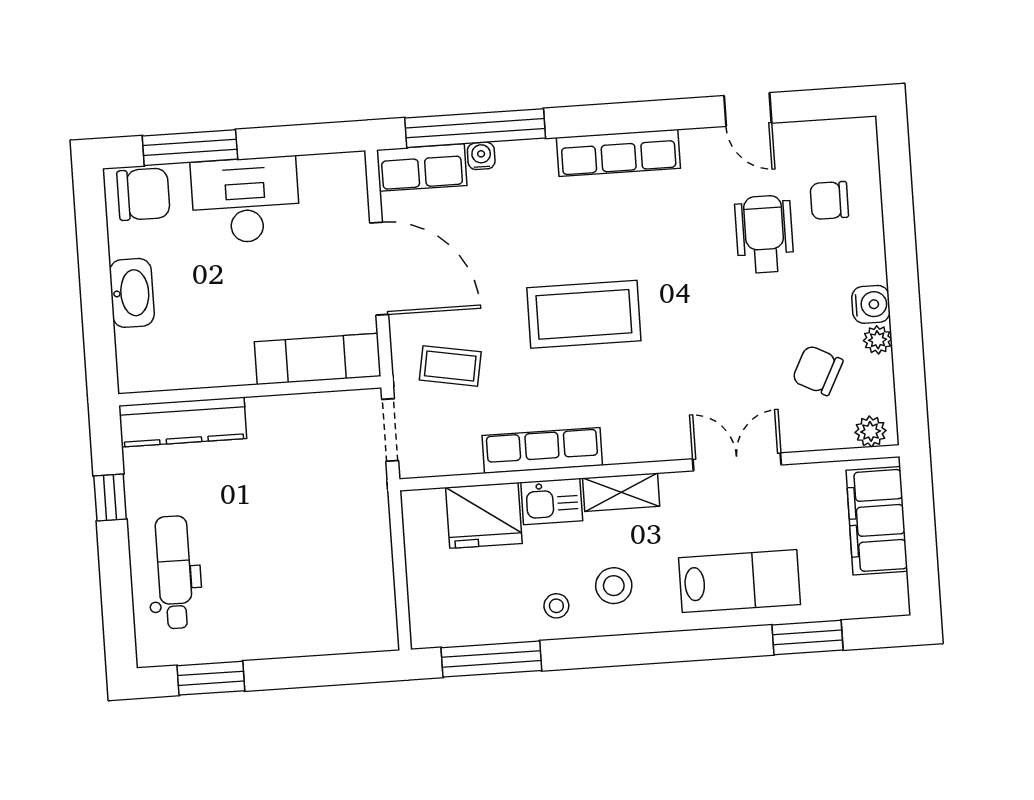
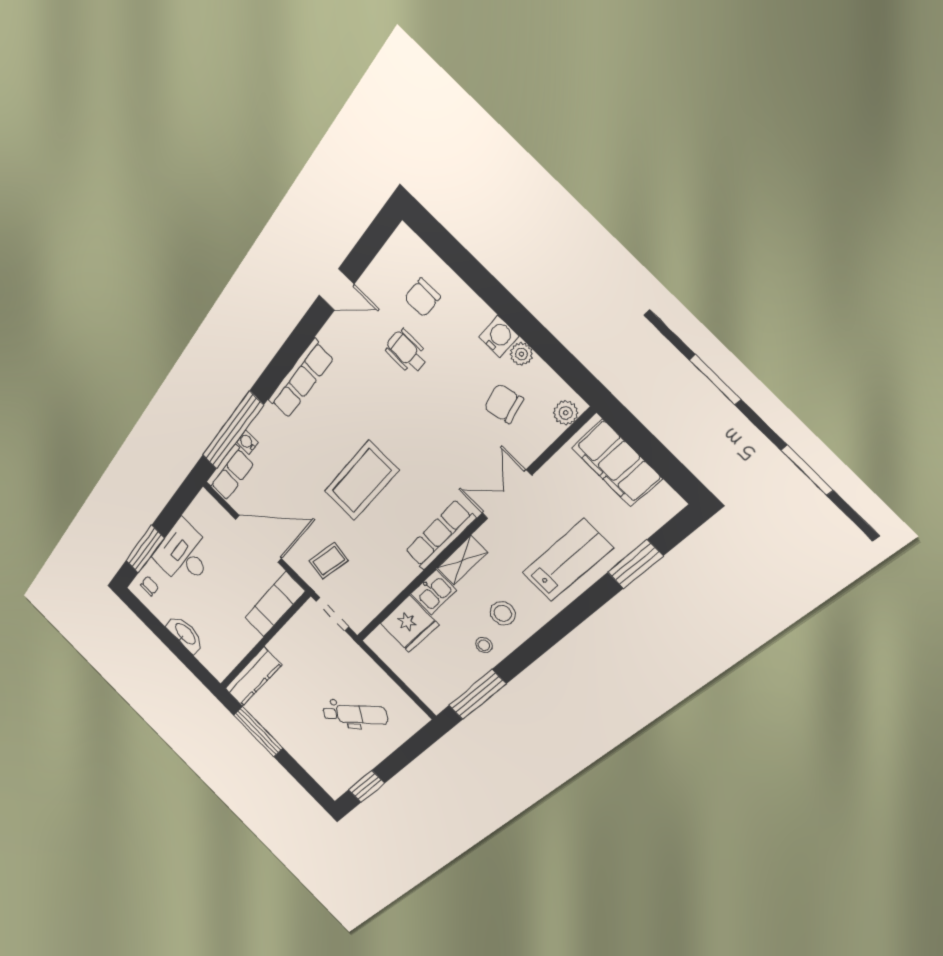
chair: (143, 194) -> (149, 586), width x0.54, depth x0.54
wheelchair: (764, 234) -> (407, 352), width x0.73, depth x0.73
chair: (817, 370) -> (504, 404), turned 49
row of seats: (542, 450) -> (440, 535), moved
window: (110, 497) -> (258, 732), width x2.17
dental chair: (174, 572) -> (355, 715), moved, turned 128

